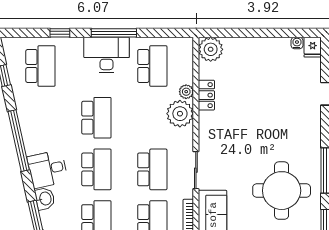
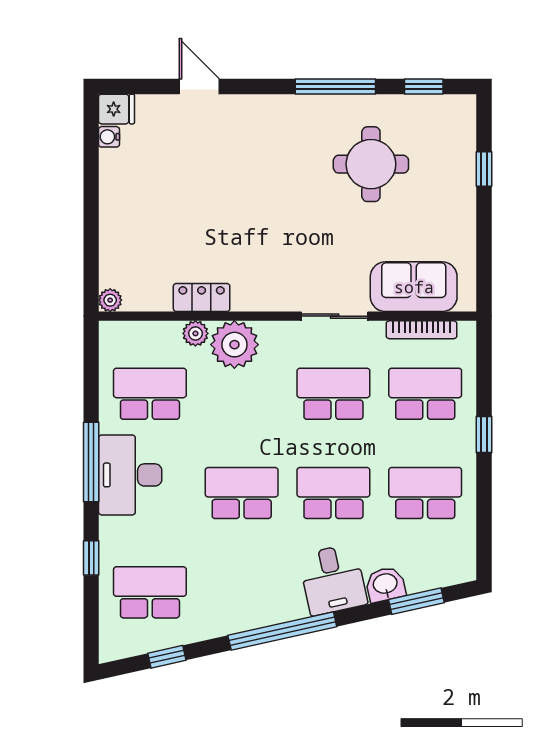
plant: (211, 49) -> (110, 300), width x0.53, depth x0.53
round table: (282, 191) -> (371, 164), width x0.73, depth x0.73

